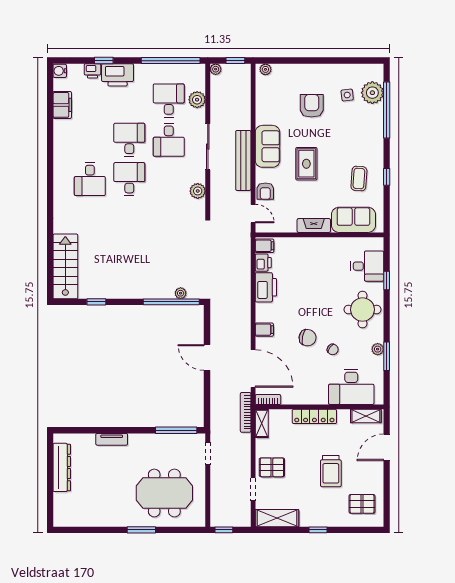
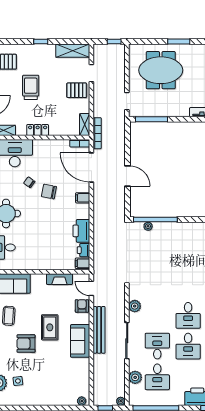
armchair: (312, 106) -> (26, 344), moved, turned 90
fireplace: (314, 225) -> (59, 279), moved
locker: (314, 416) -> (38, 130), width x0.66

